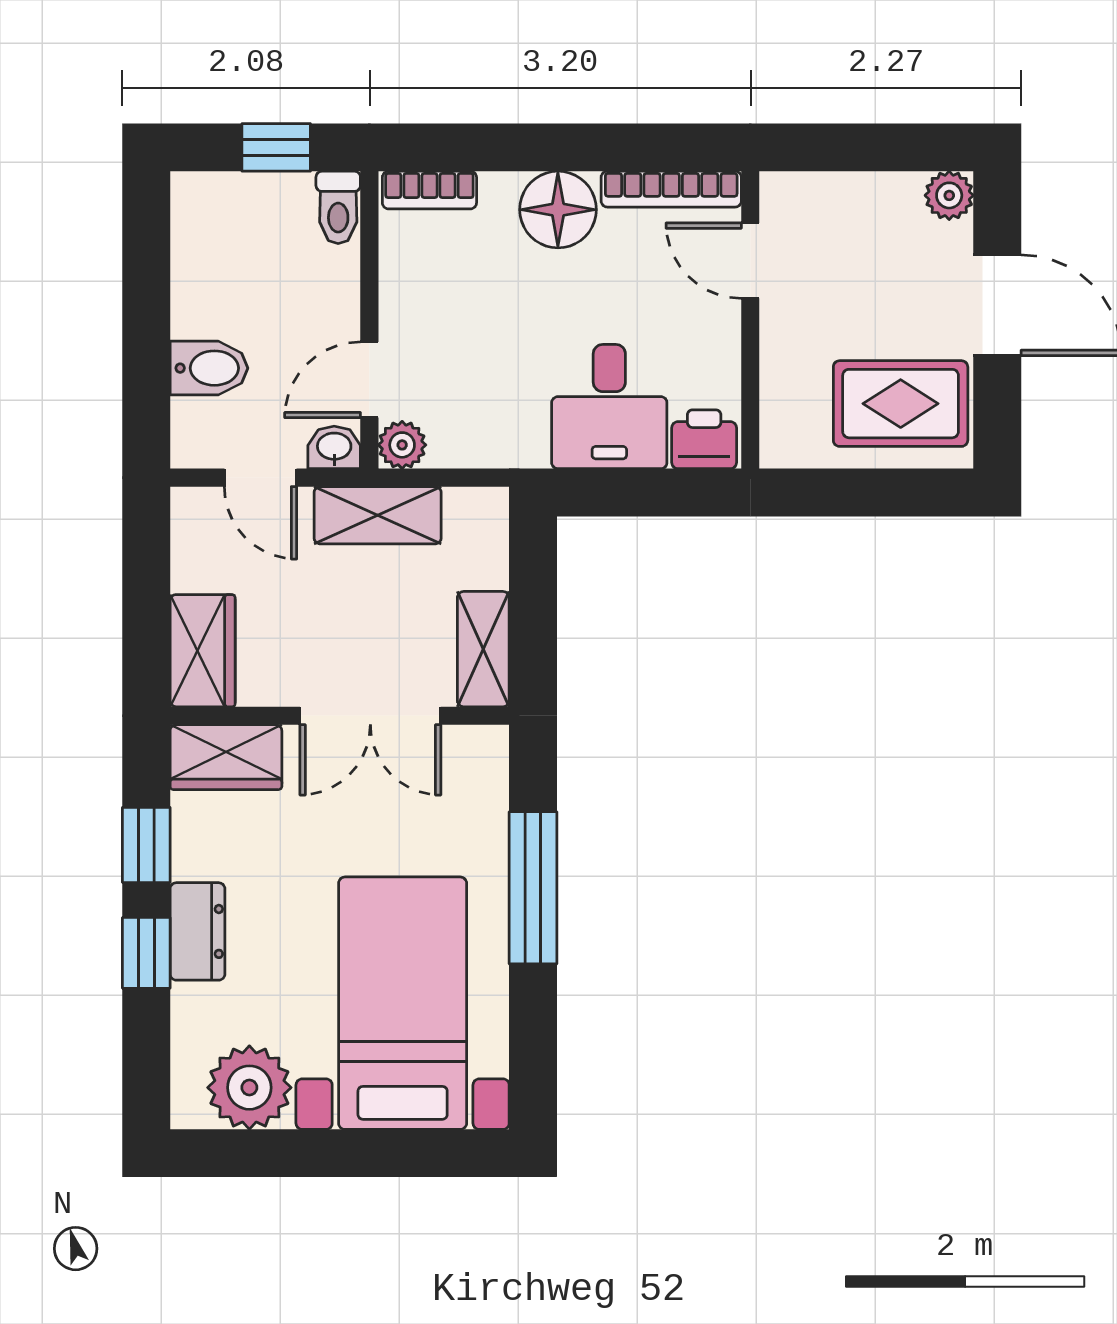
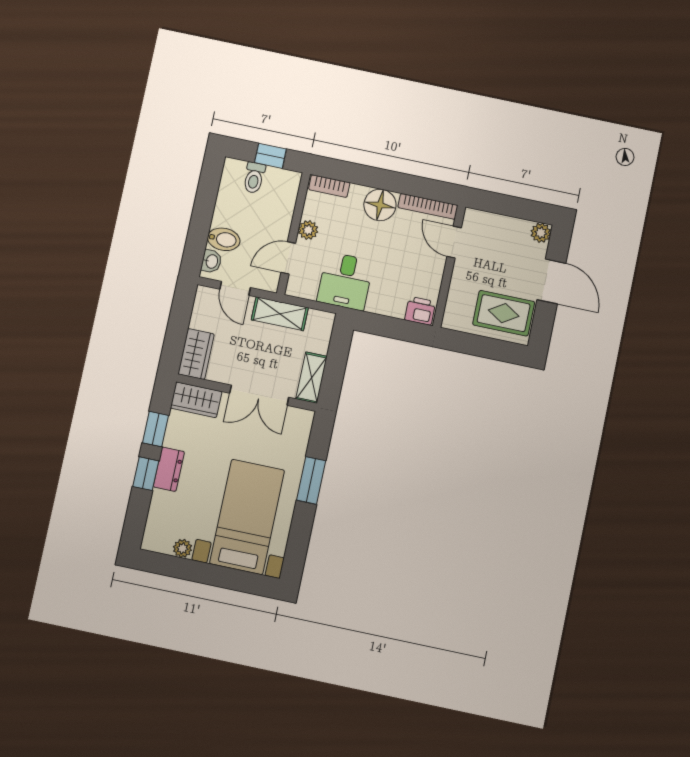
toilet: (338, 207) -> (254, 178), moved
desk: (609, 407) -> (345, 281), moved
plant: (402, 445) -> (308, 230), moved
washbasin: (334, 447) -> (211, 261), moved, turned 90
window: (533, 888) -> (311, 480), width x0.69
plant: (249, 1088) -> (183, 548), width x0.53, depth x0.53

